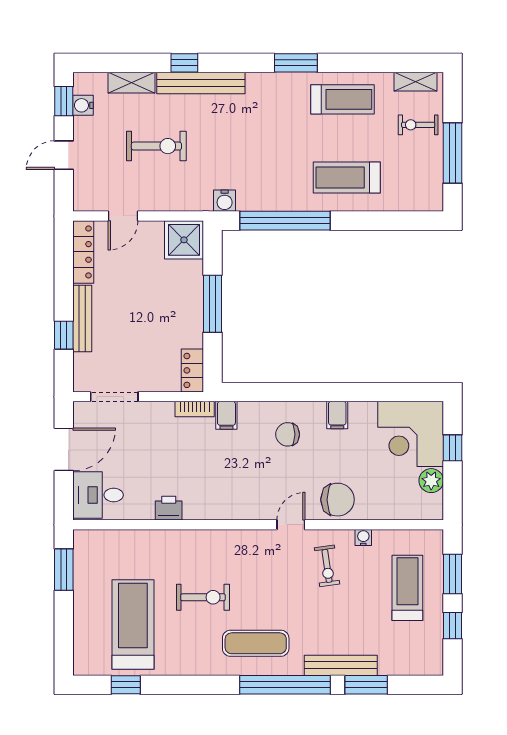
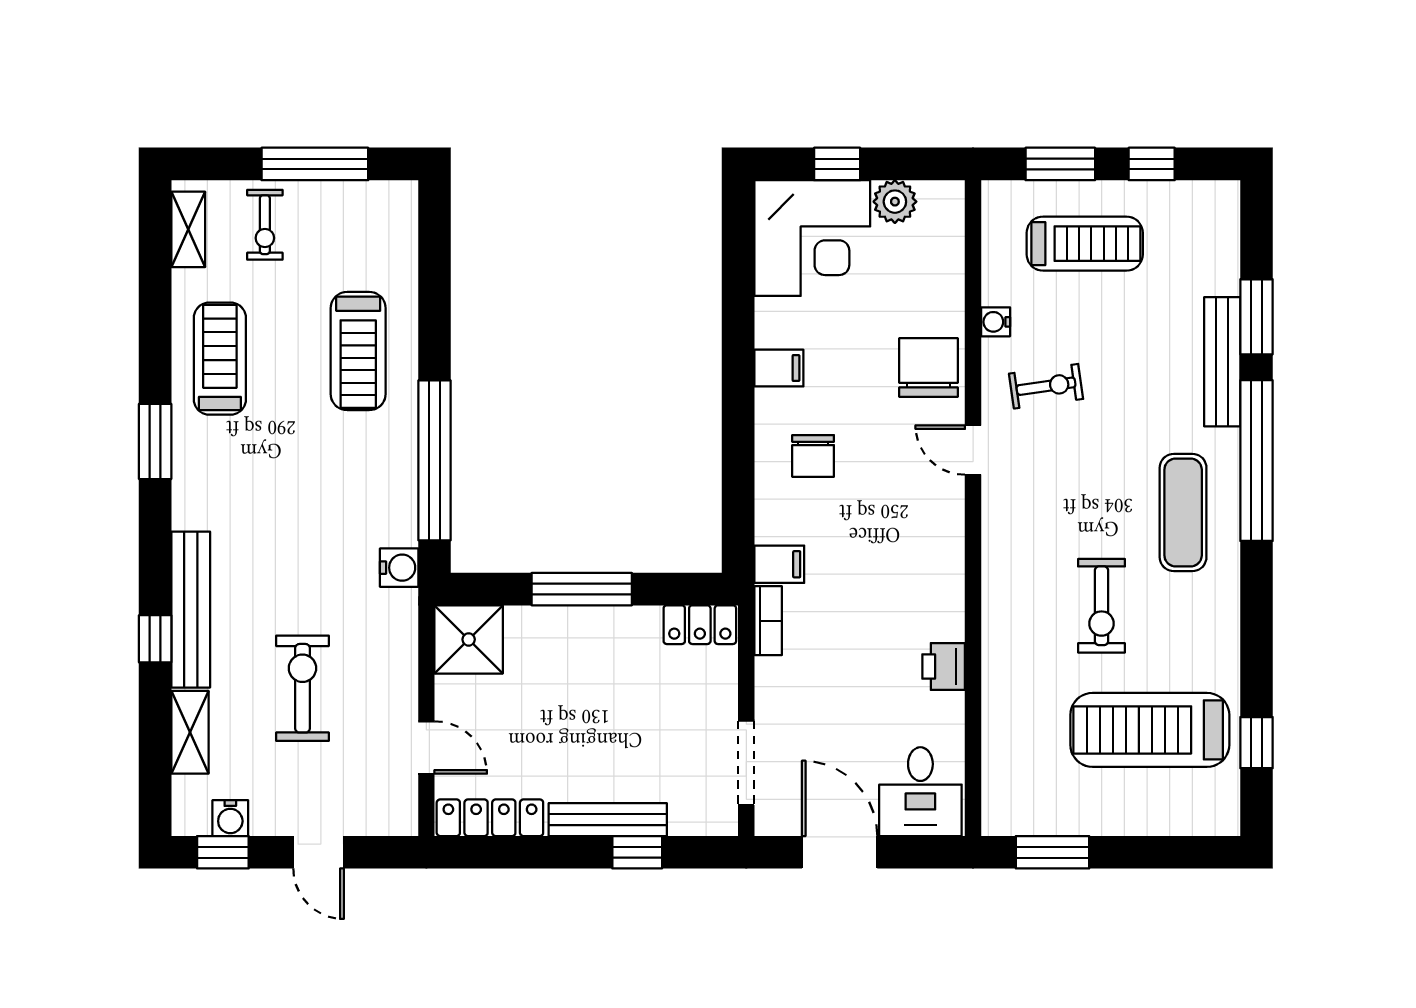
treadmill: (407, 588) -> (1085, 244), turned 180
exercise bike: (203, 597) -> (1101, 606), turned 180

